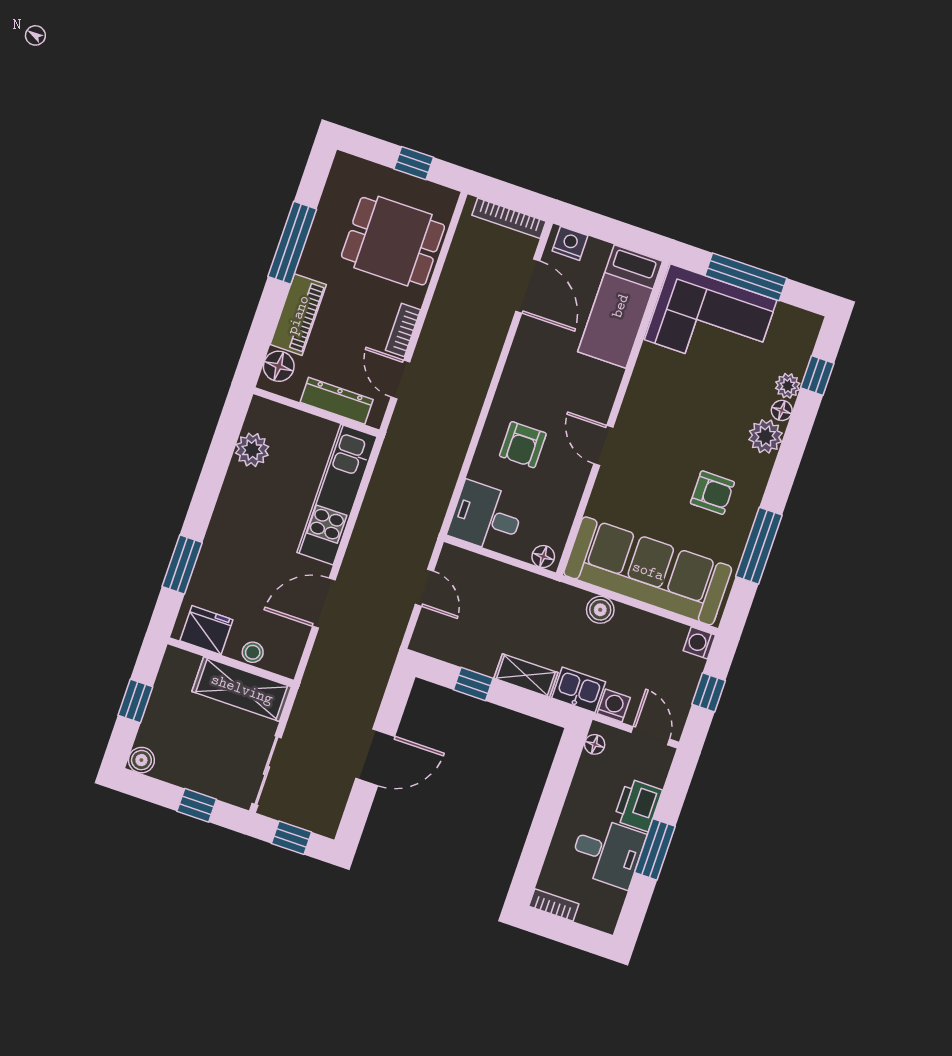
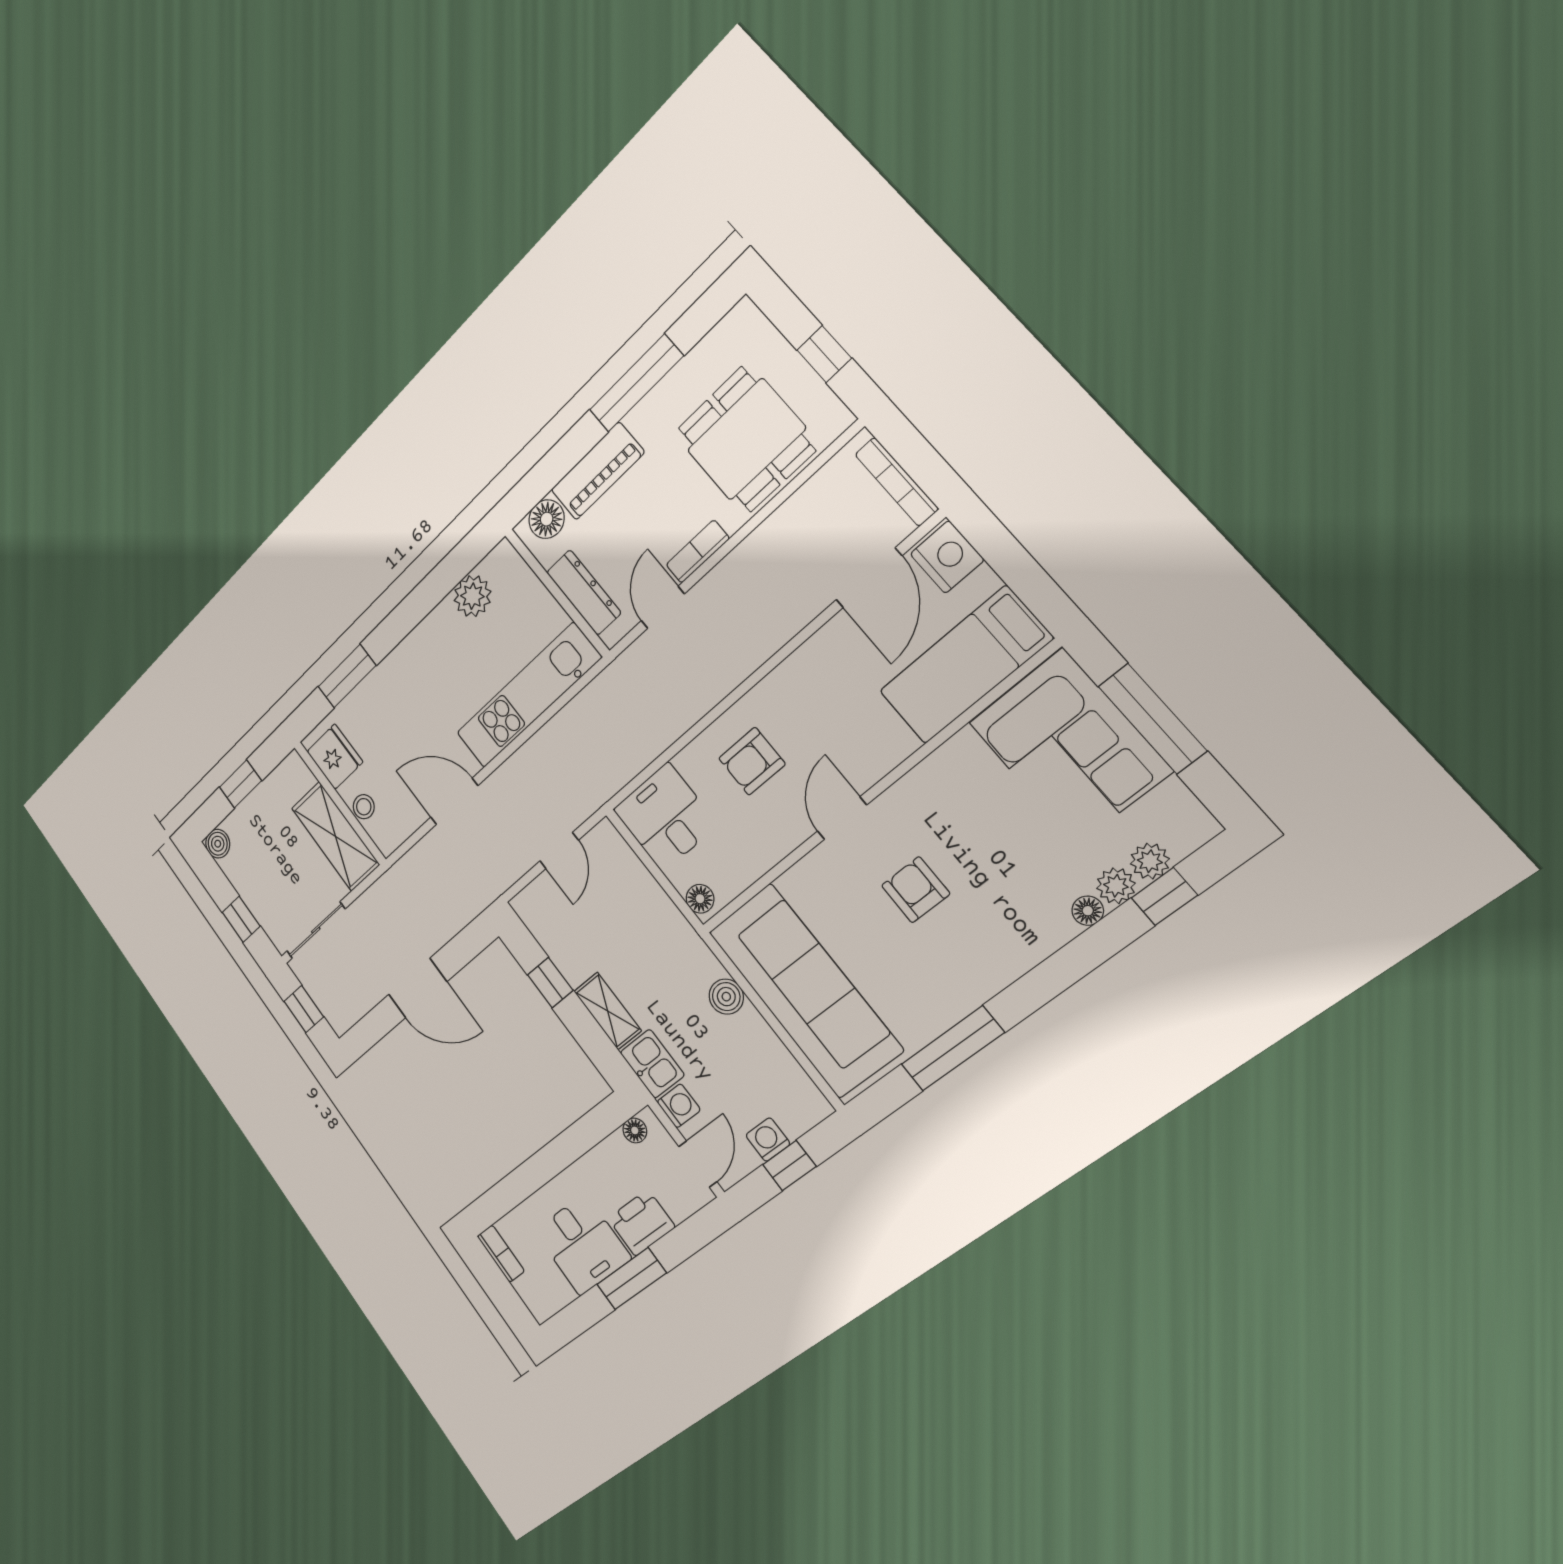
nightstand: (570, 243) -> (947, 557), width x1.36, depth x1.33
plant: (766, 436) -> (1150, 861), moved, width x0.73, depth x0.73
armchair: (712, 493) -> (916, 890), moved, turned 180
washing machine: (699, 643) -> (768, 1140), moved

